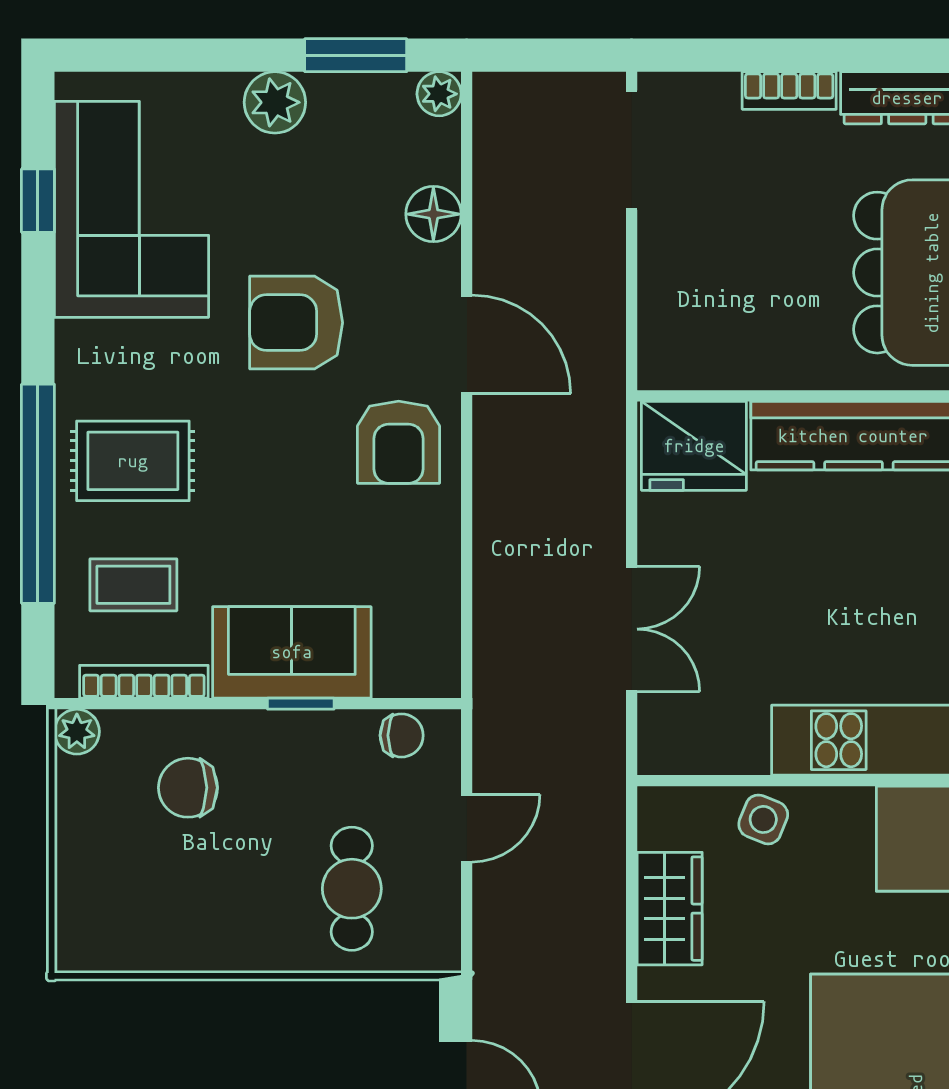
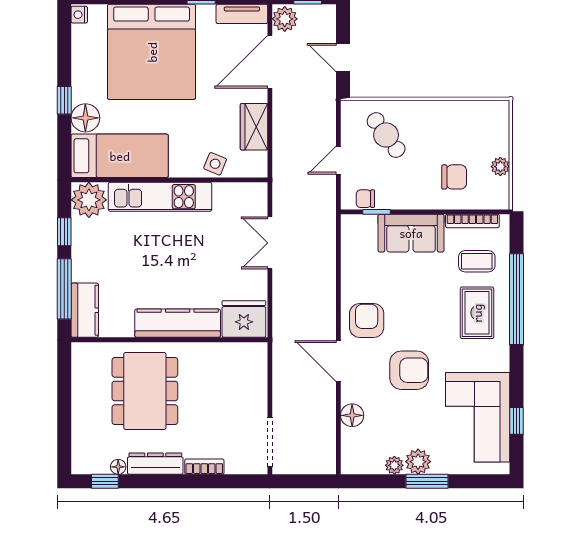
window: (356, 55) -> (427, 481), moved
plant: (439, 94) -> (394, 465), moved
rug: (133, 461) -> (477, 313), turned 90
window: (301, 704) -> (376, 212), moved
plant: (77, 732) -> (500, 167), moved
cafe table: (352, 889) -> (386, 135), turned -36

